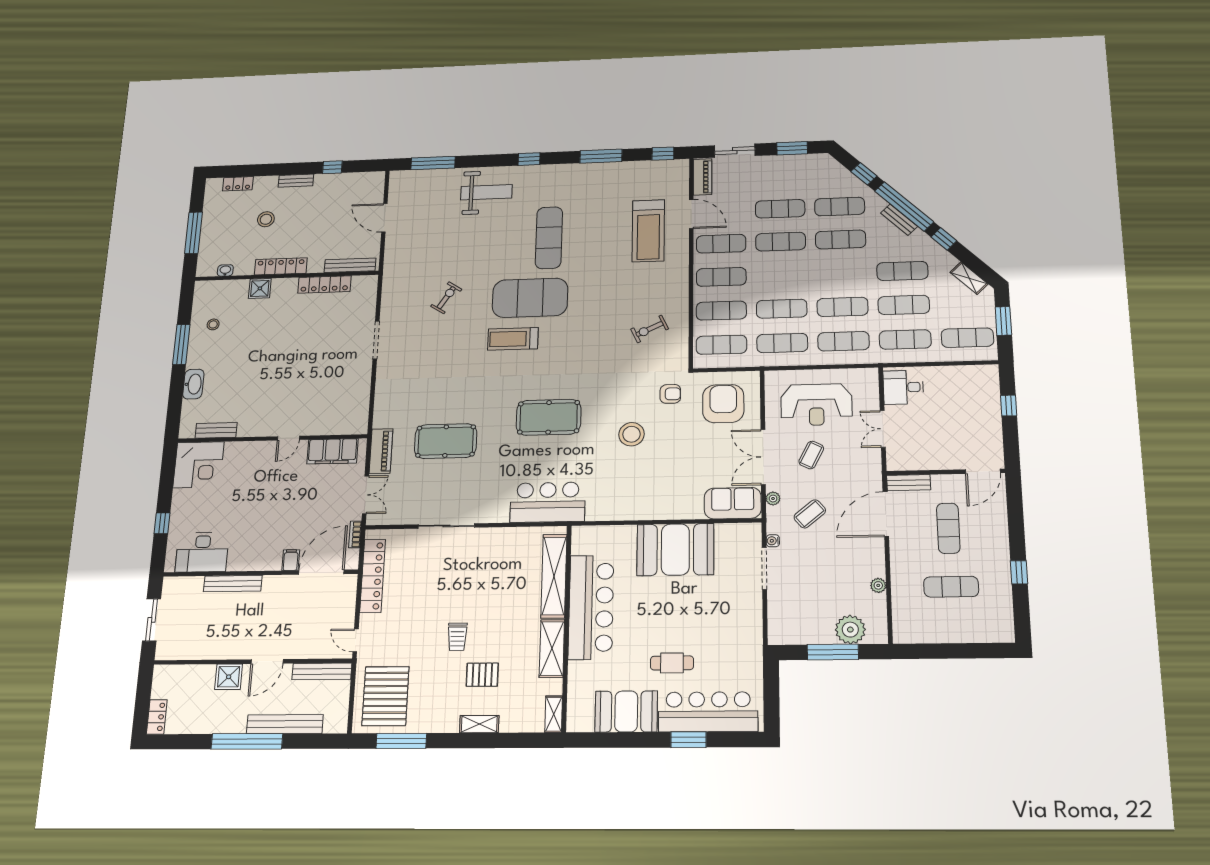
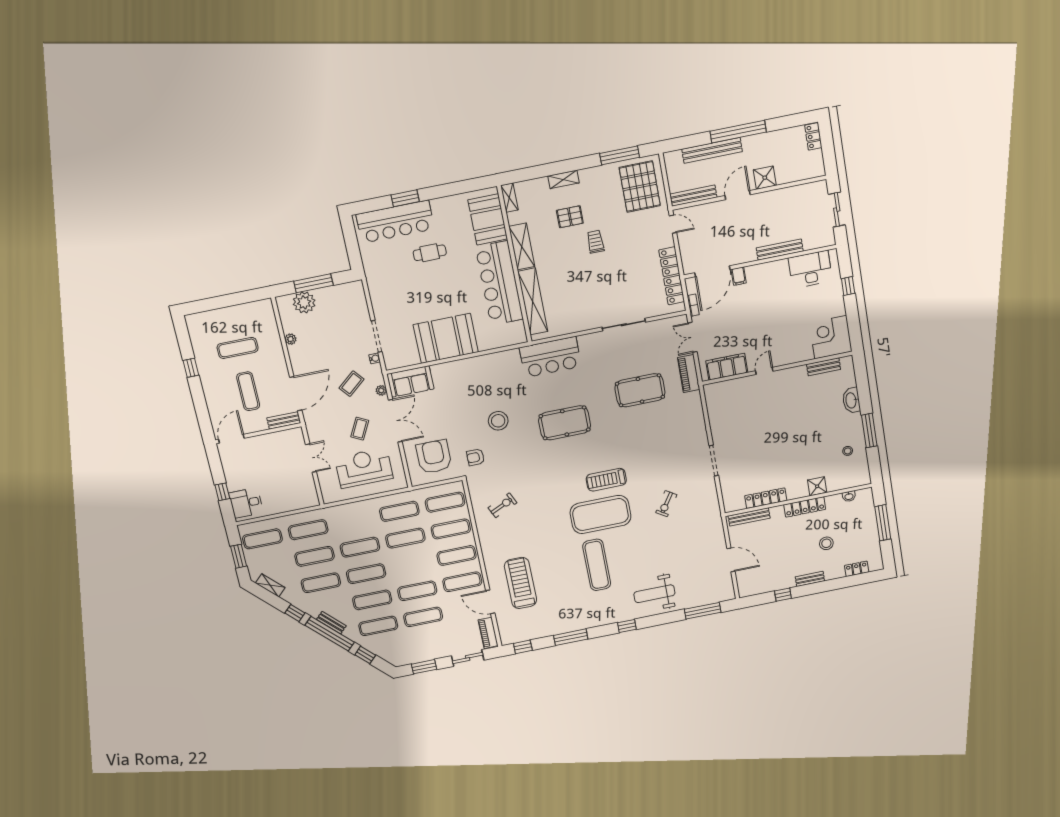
treadmill: (513, 339) -> (606, 480), turned 180
exercise mat: (843, 341) -> (366, 574), moved
desk: (903, 387) -> (246, 503), moved, turned 180
armchair: (723, 404) -> (434, 457), turned 180
booth: (626, 711) -> (488, 219), moved, turned 90

